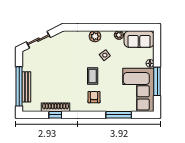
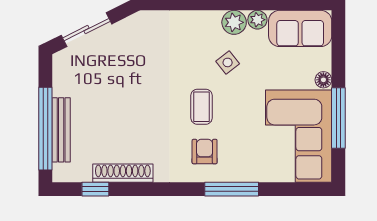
plant: (95, 36) -> (234, 22), moved
window: (55, 115) -> (95, 189), moved
window: (119, 115) -> (232, 189), moved

